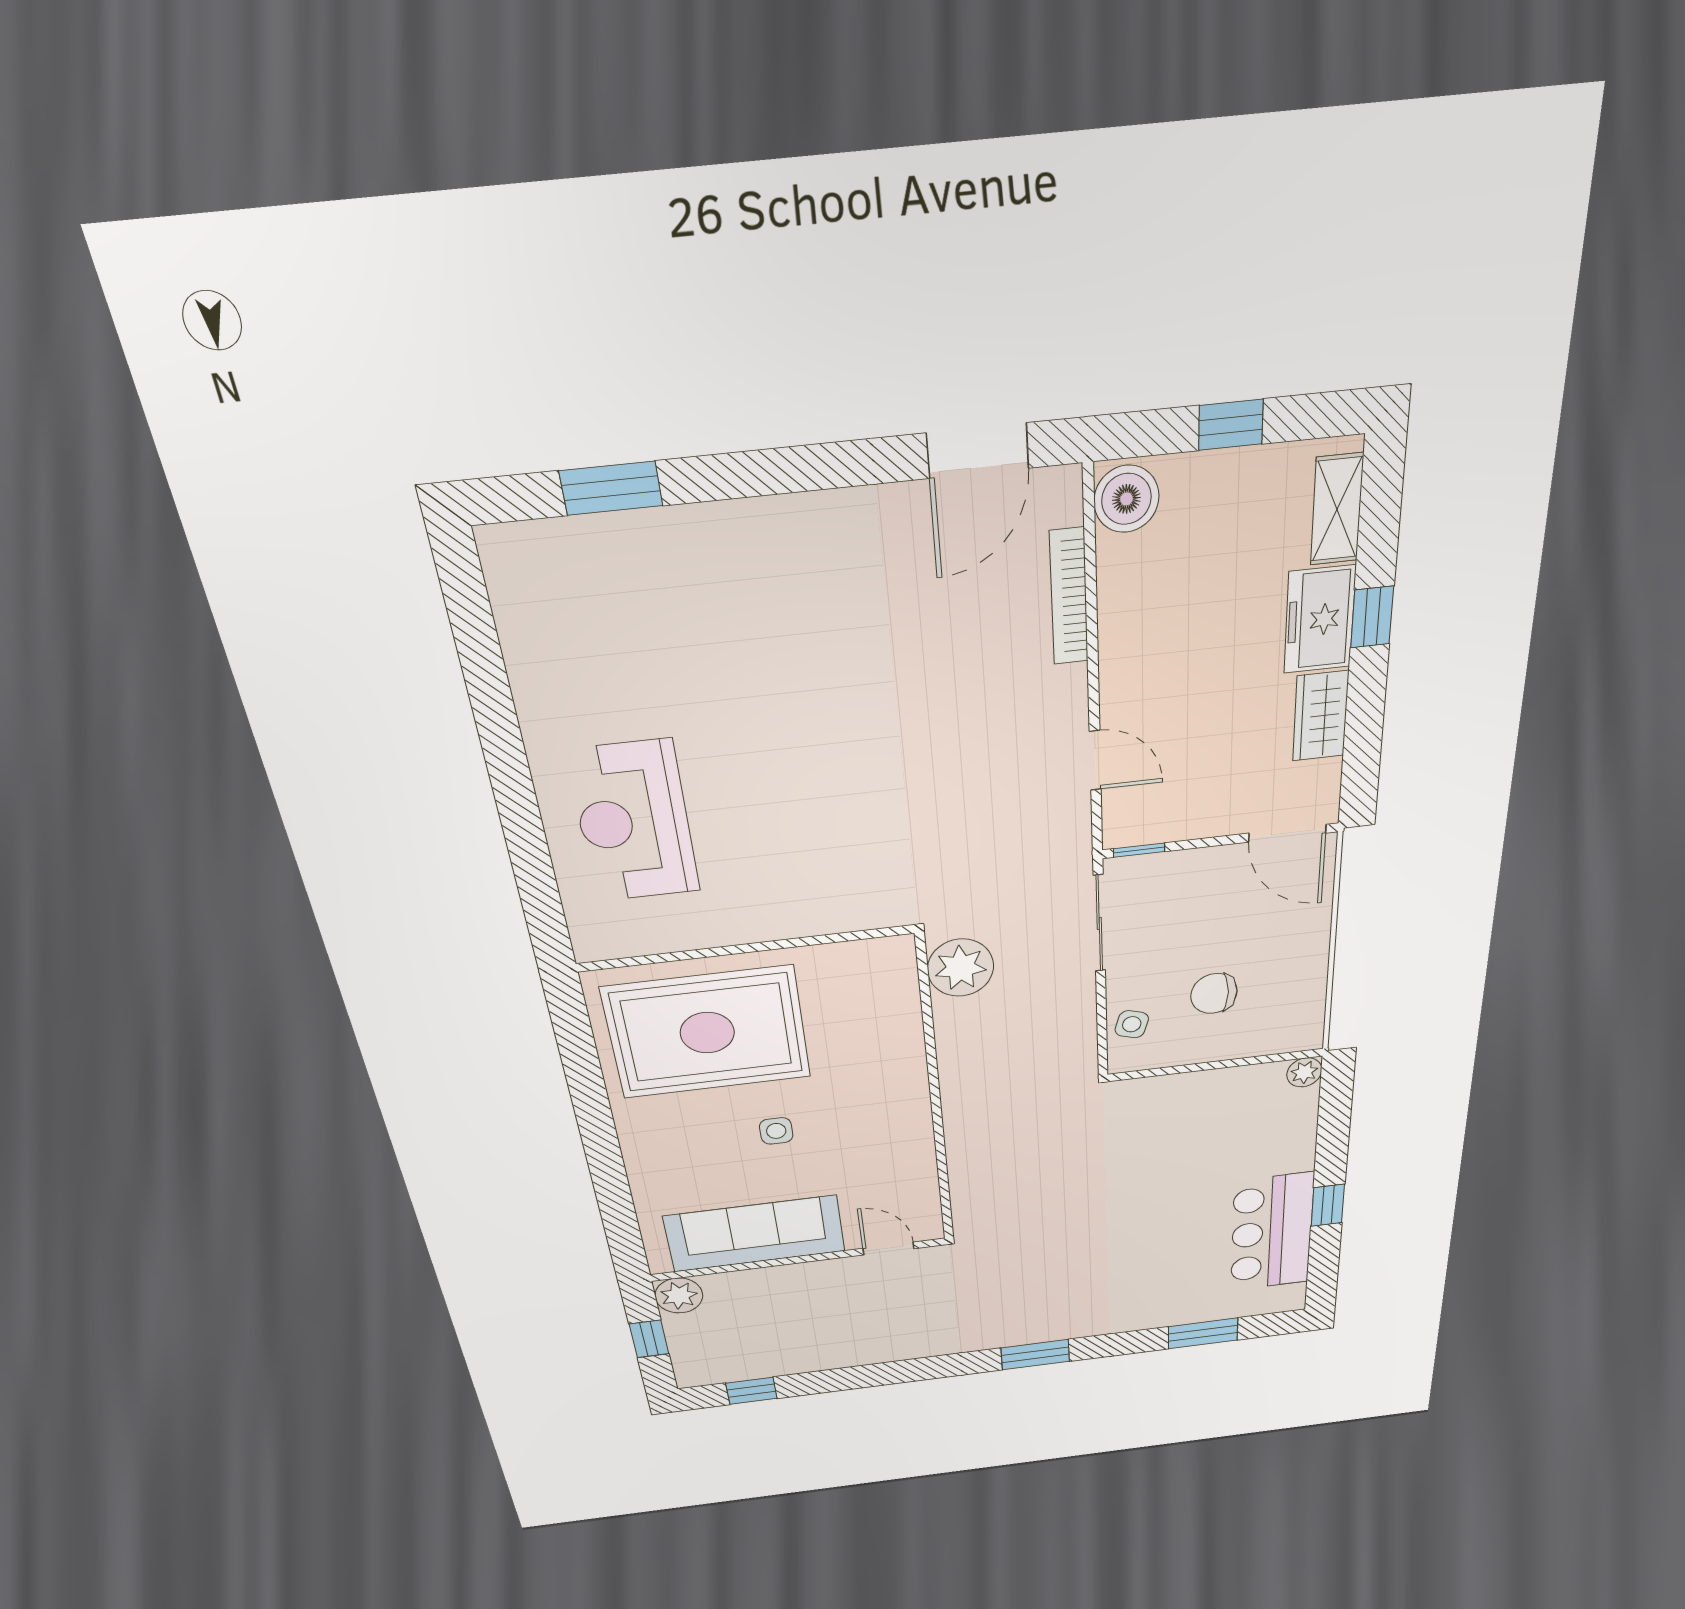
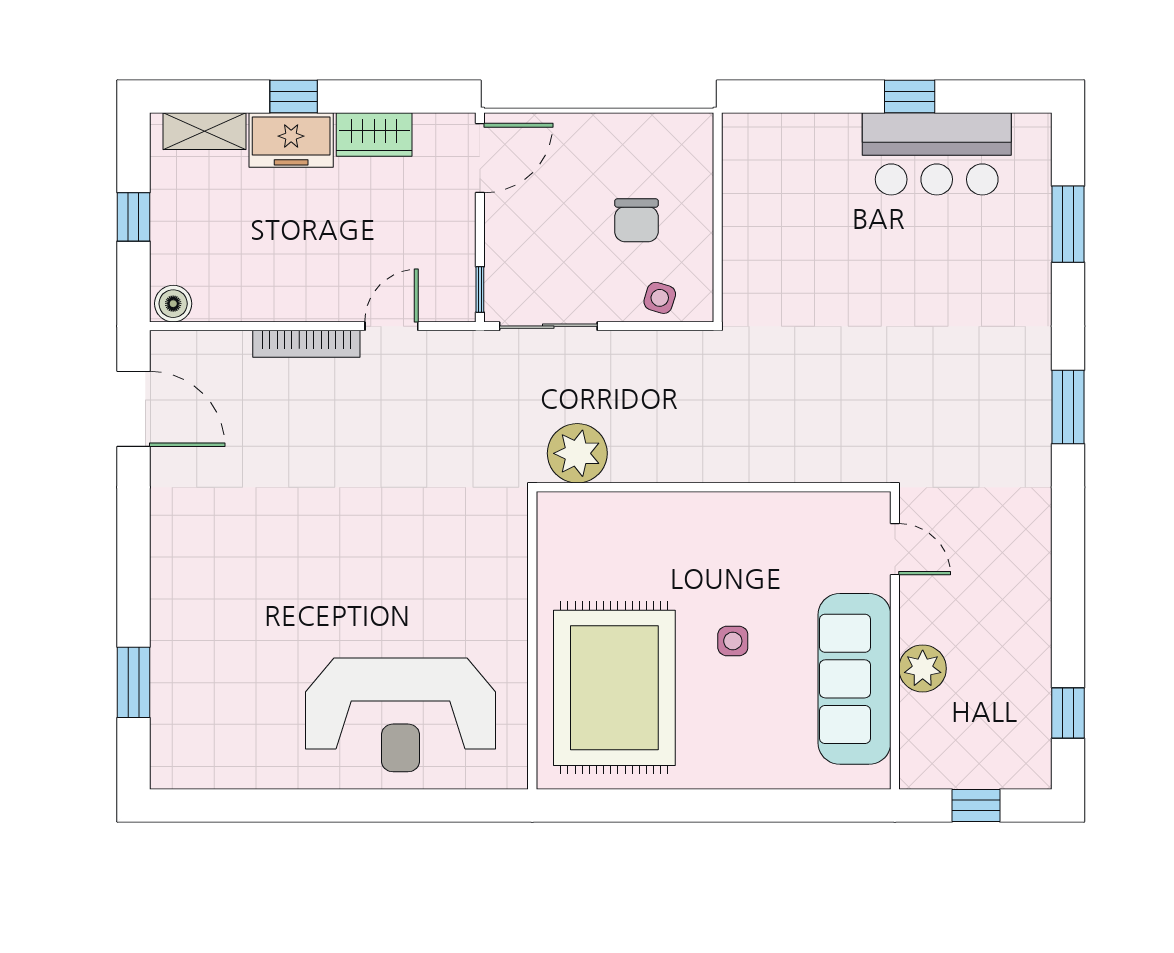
boiler: (1126, 499) -> (173, 304), width x0.73, depth x0.73
bookcase: (1069, 597) -> (306, 344), moved
reception desk: (634, 822) -> (400, 715), width x1.36, depth x1.30
plant: (1304, 1072) -> (739, 130), removed
door: (888, 1248) -> (895, 549), swing flipped
plant: (679, 1296) -> (923, 668), moved

